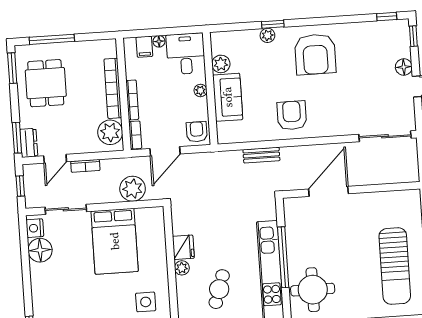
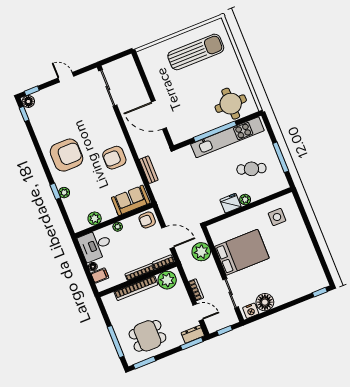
floor lamp: (404, 67) -> (28, 101), moved
sofa: (228, 97) -> (131, 200), moved

